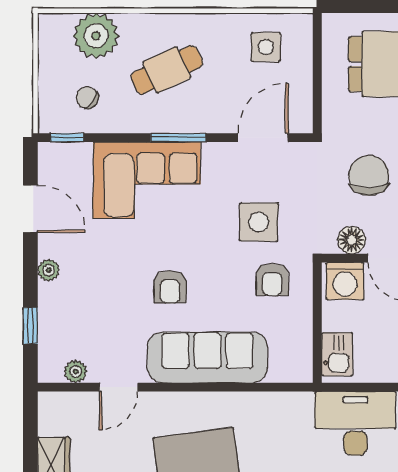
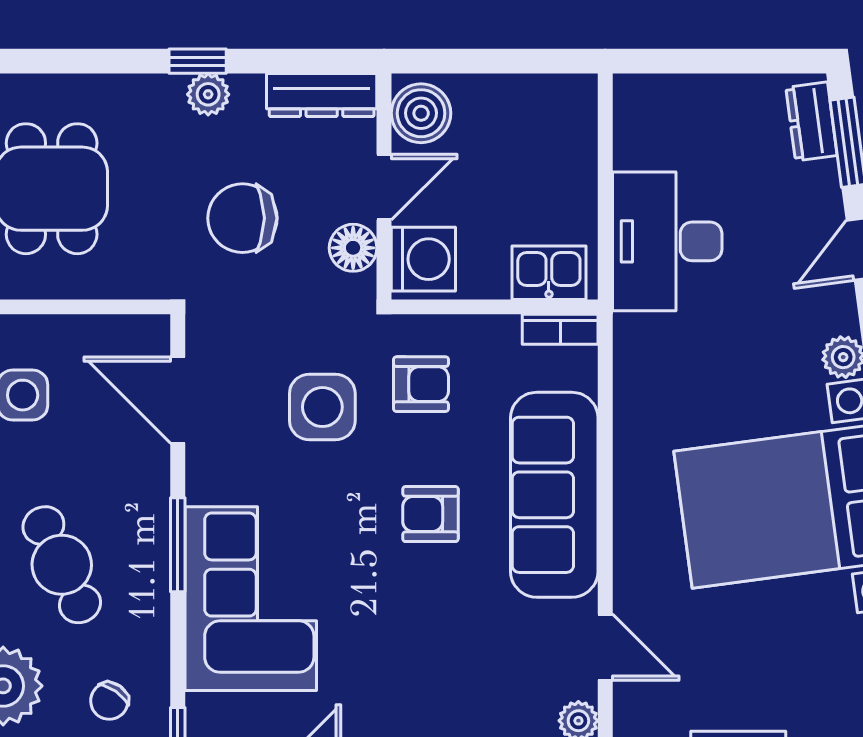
armchair: (170, 287) -> (430, 514), moved, turned 180
bookcase: (304, 361) -> (560, 329), added

